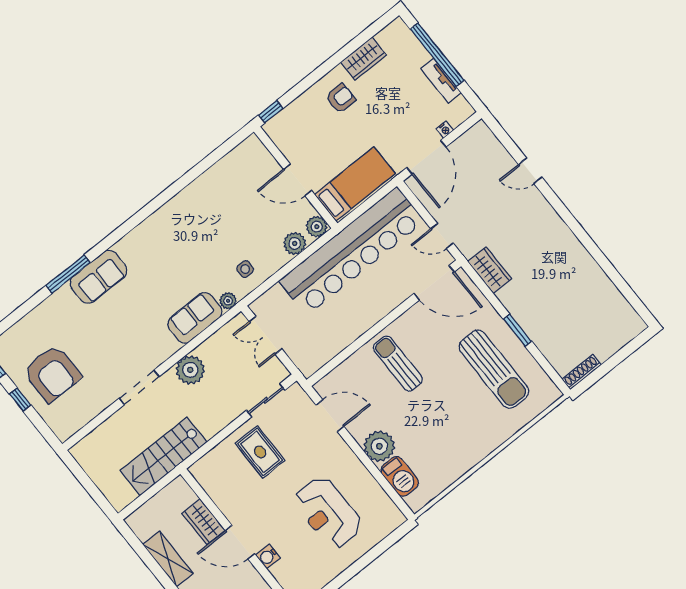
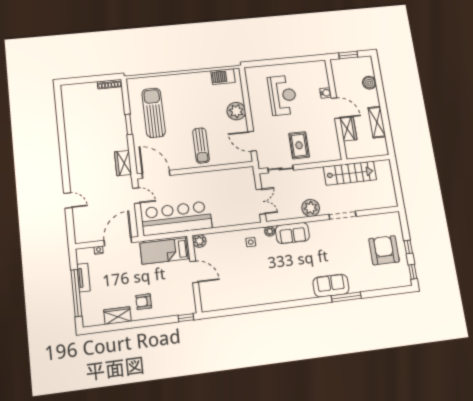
plant: (295, 243) -> (216, 239), removed
bar counter: (352, 251) -> (176, 218), width x0.73
barbecue: (400, 476) -> (223, 77), moved, turned -90

